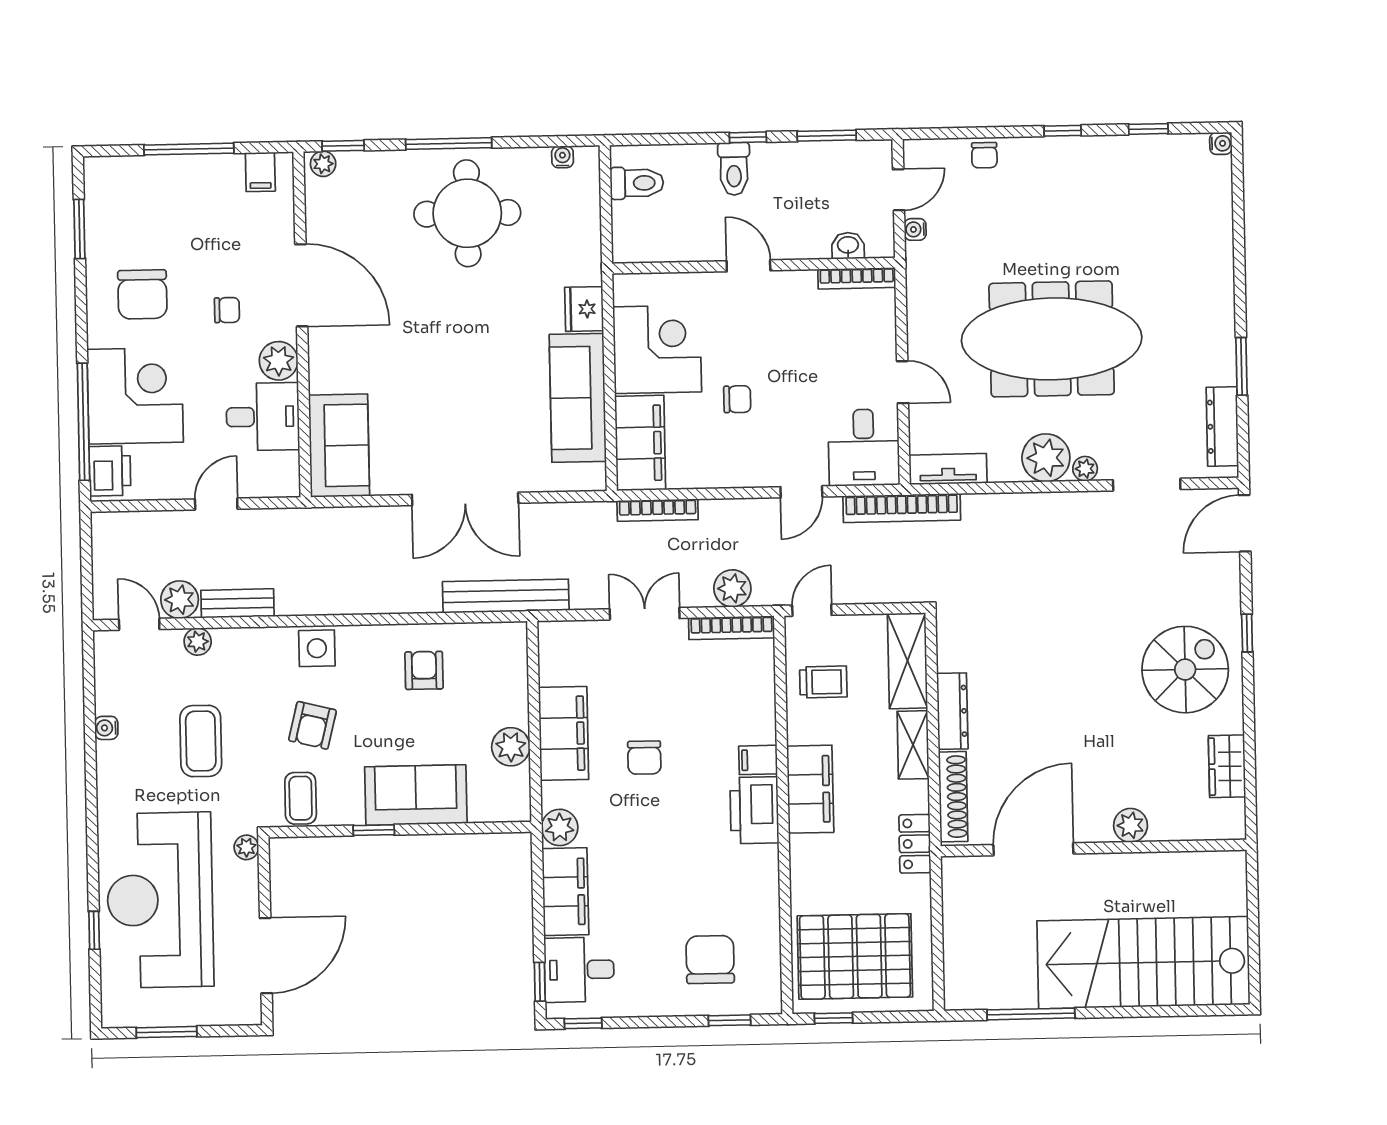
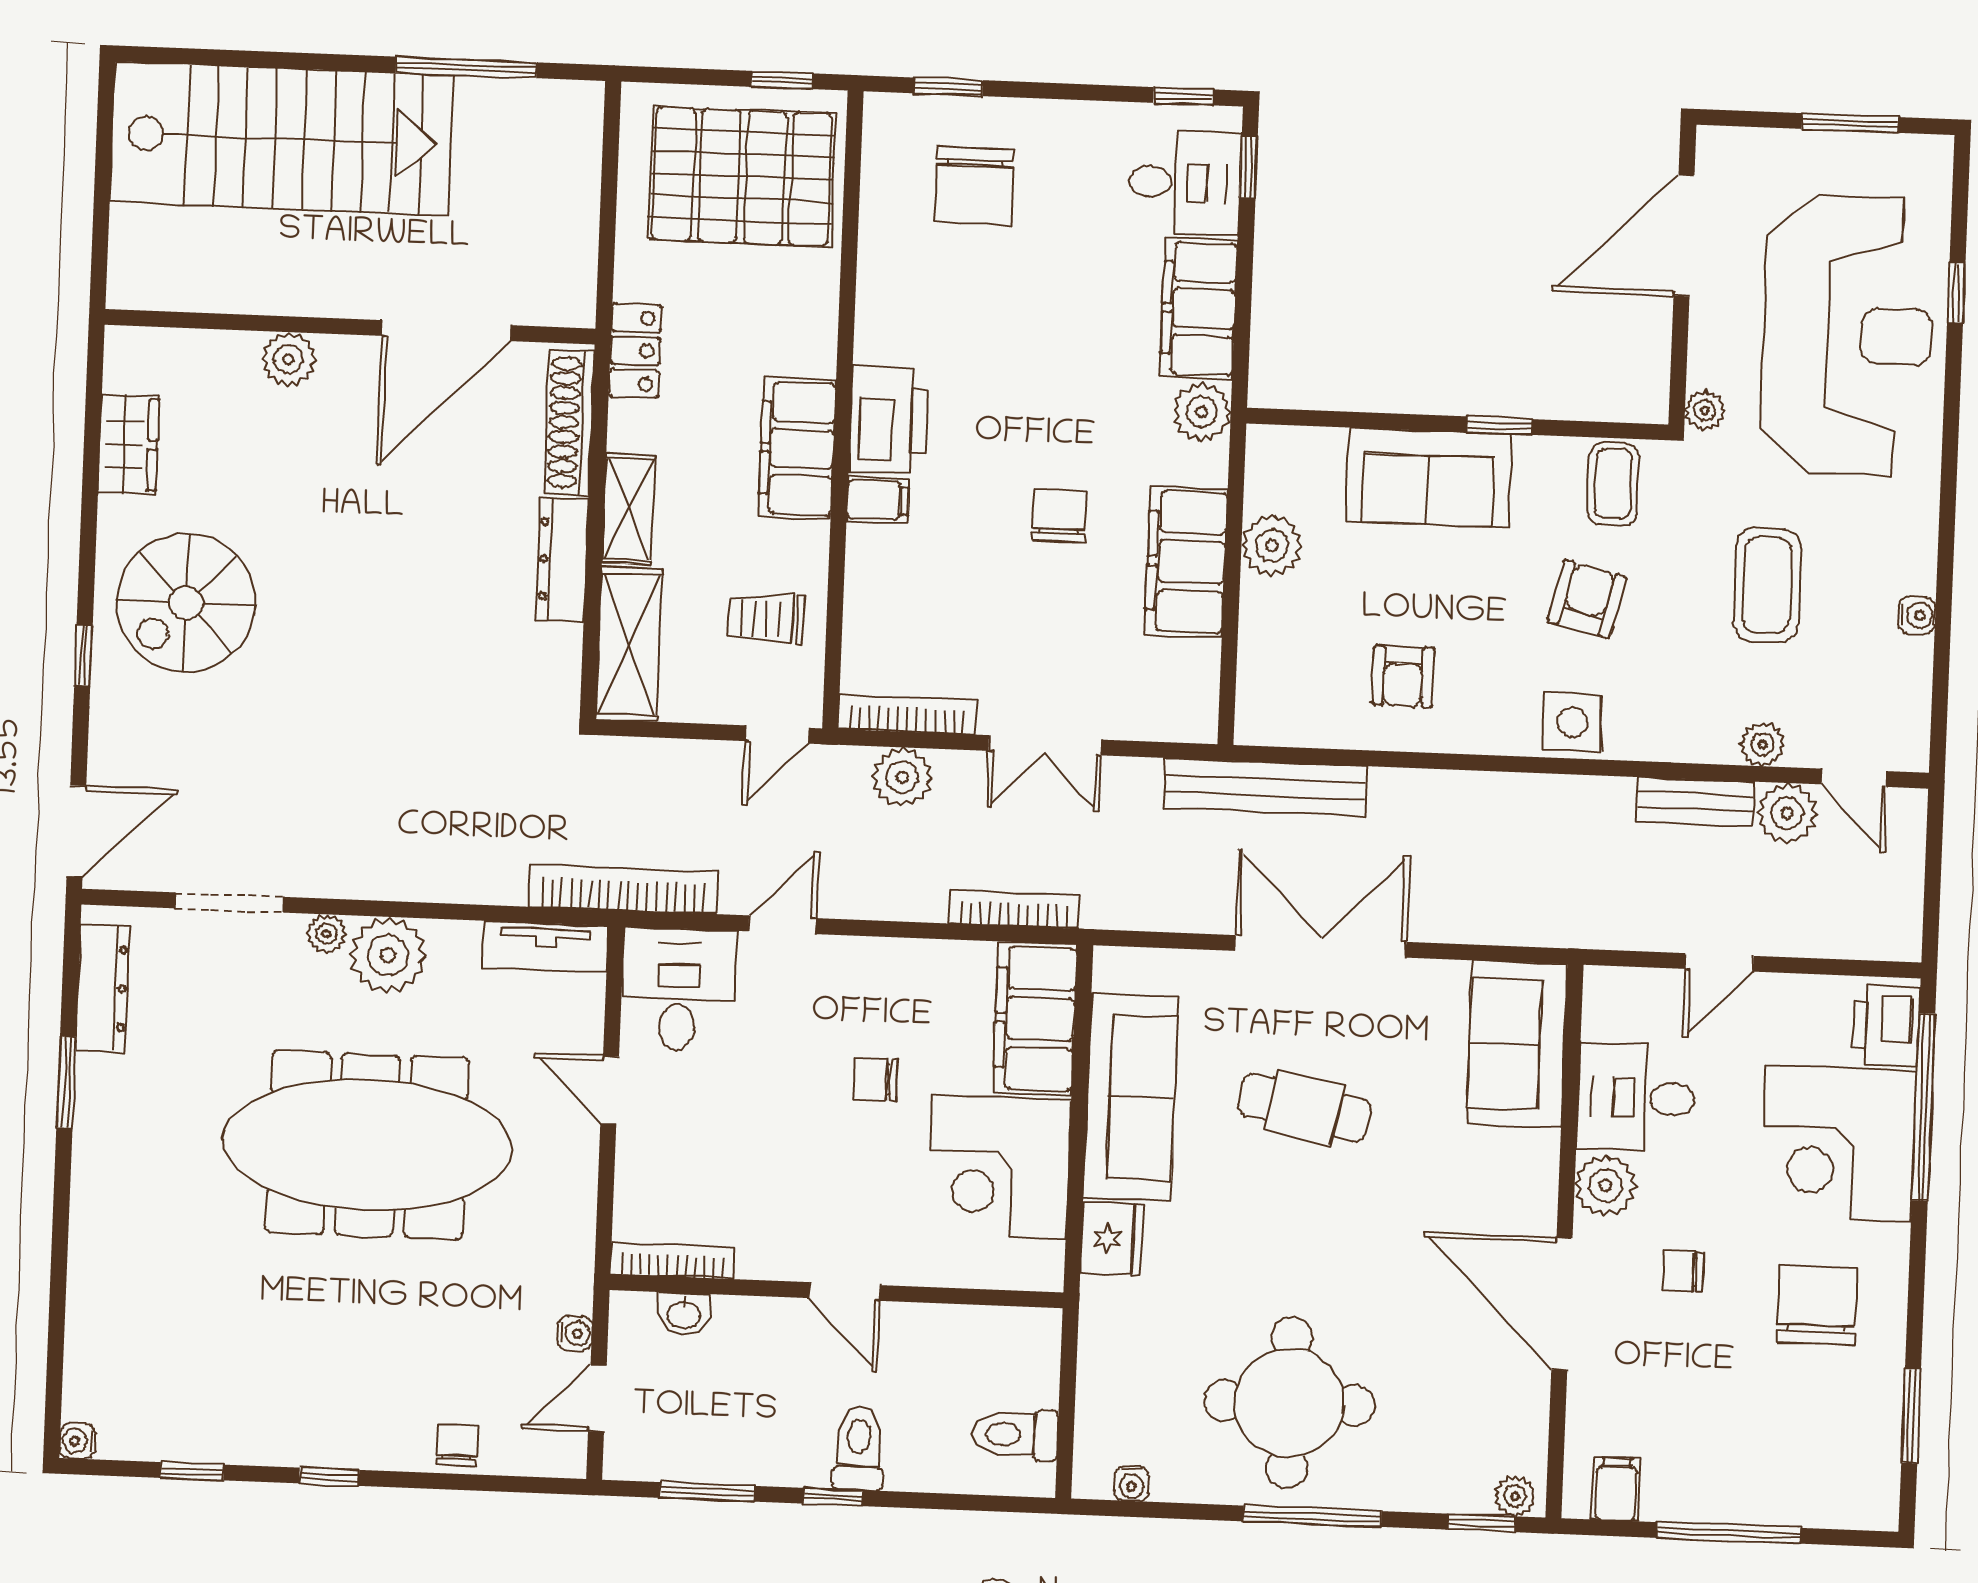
cafe table: (469, 398) -> (1304, 1107), added

